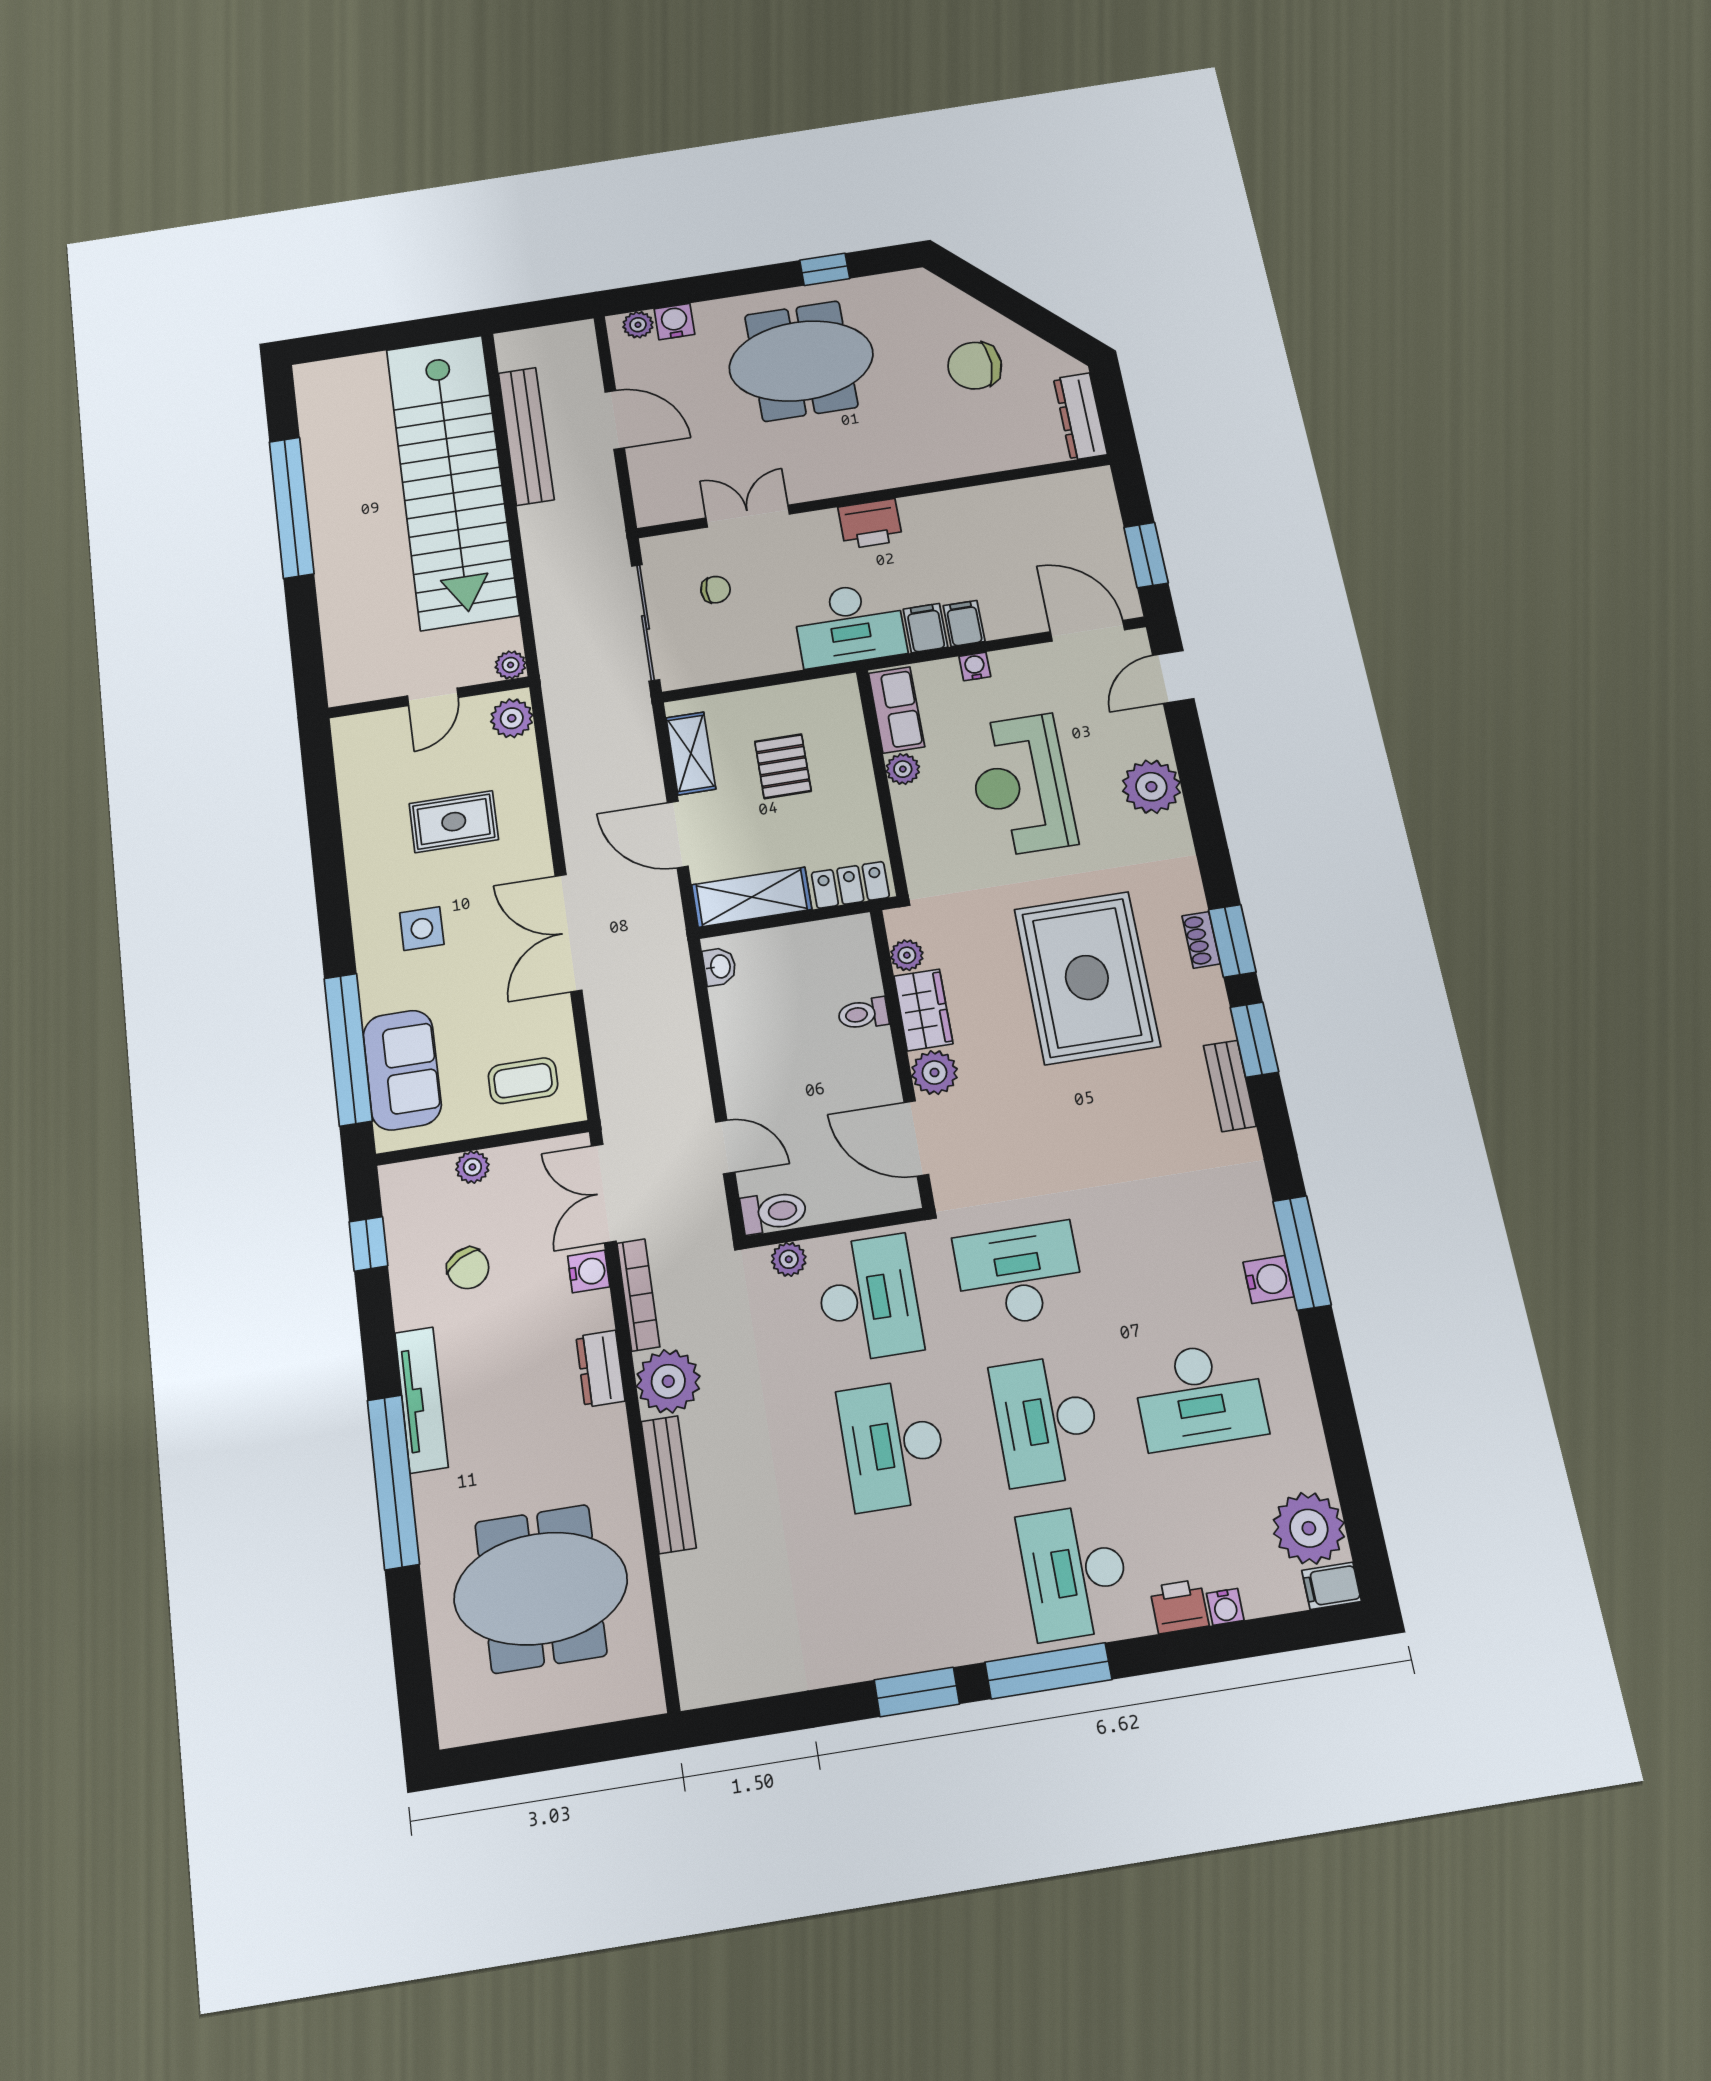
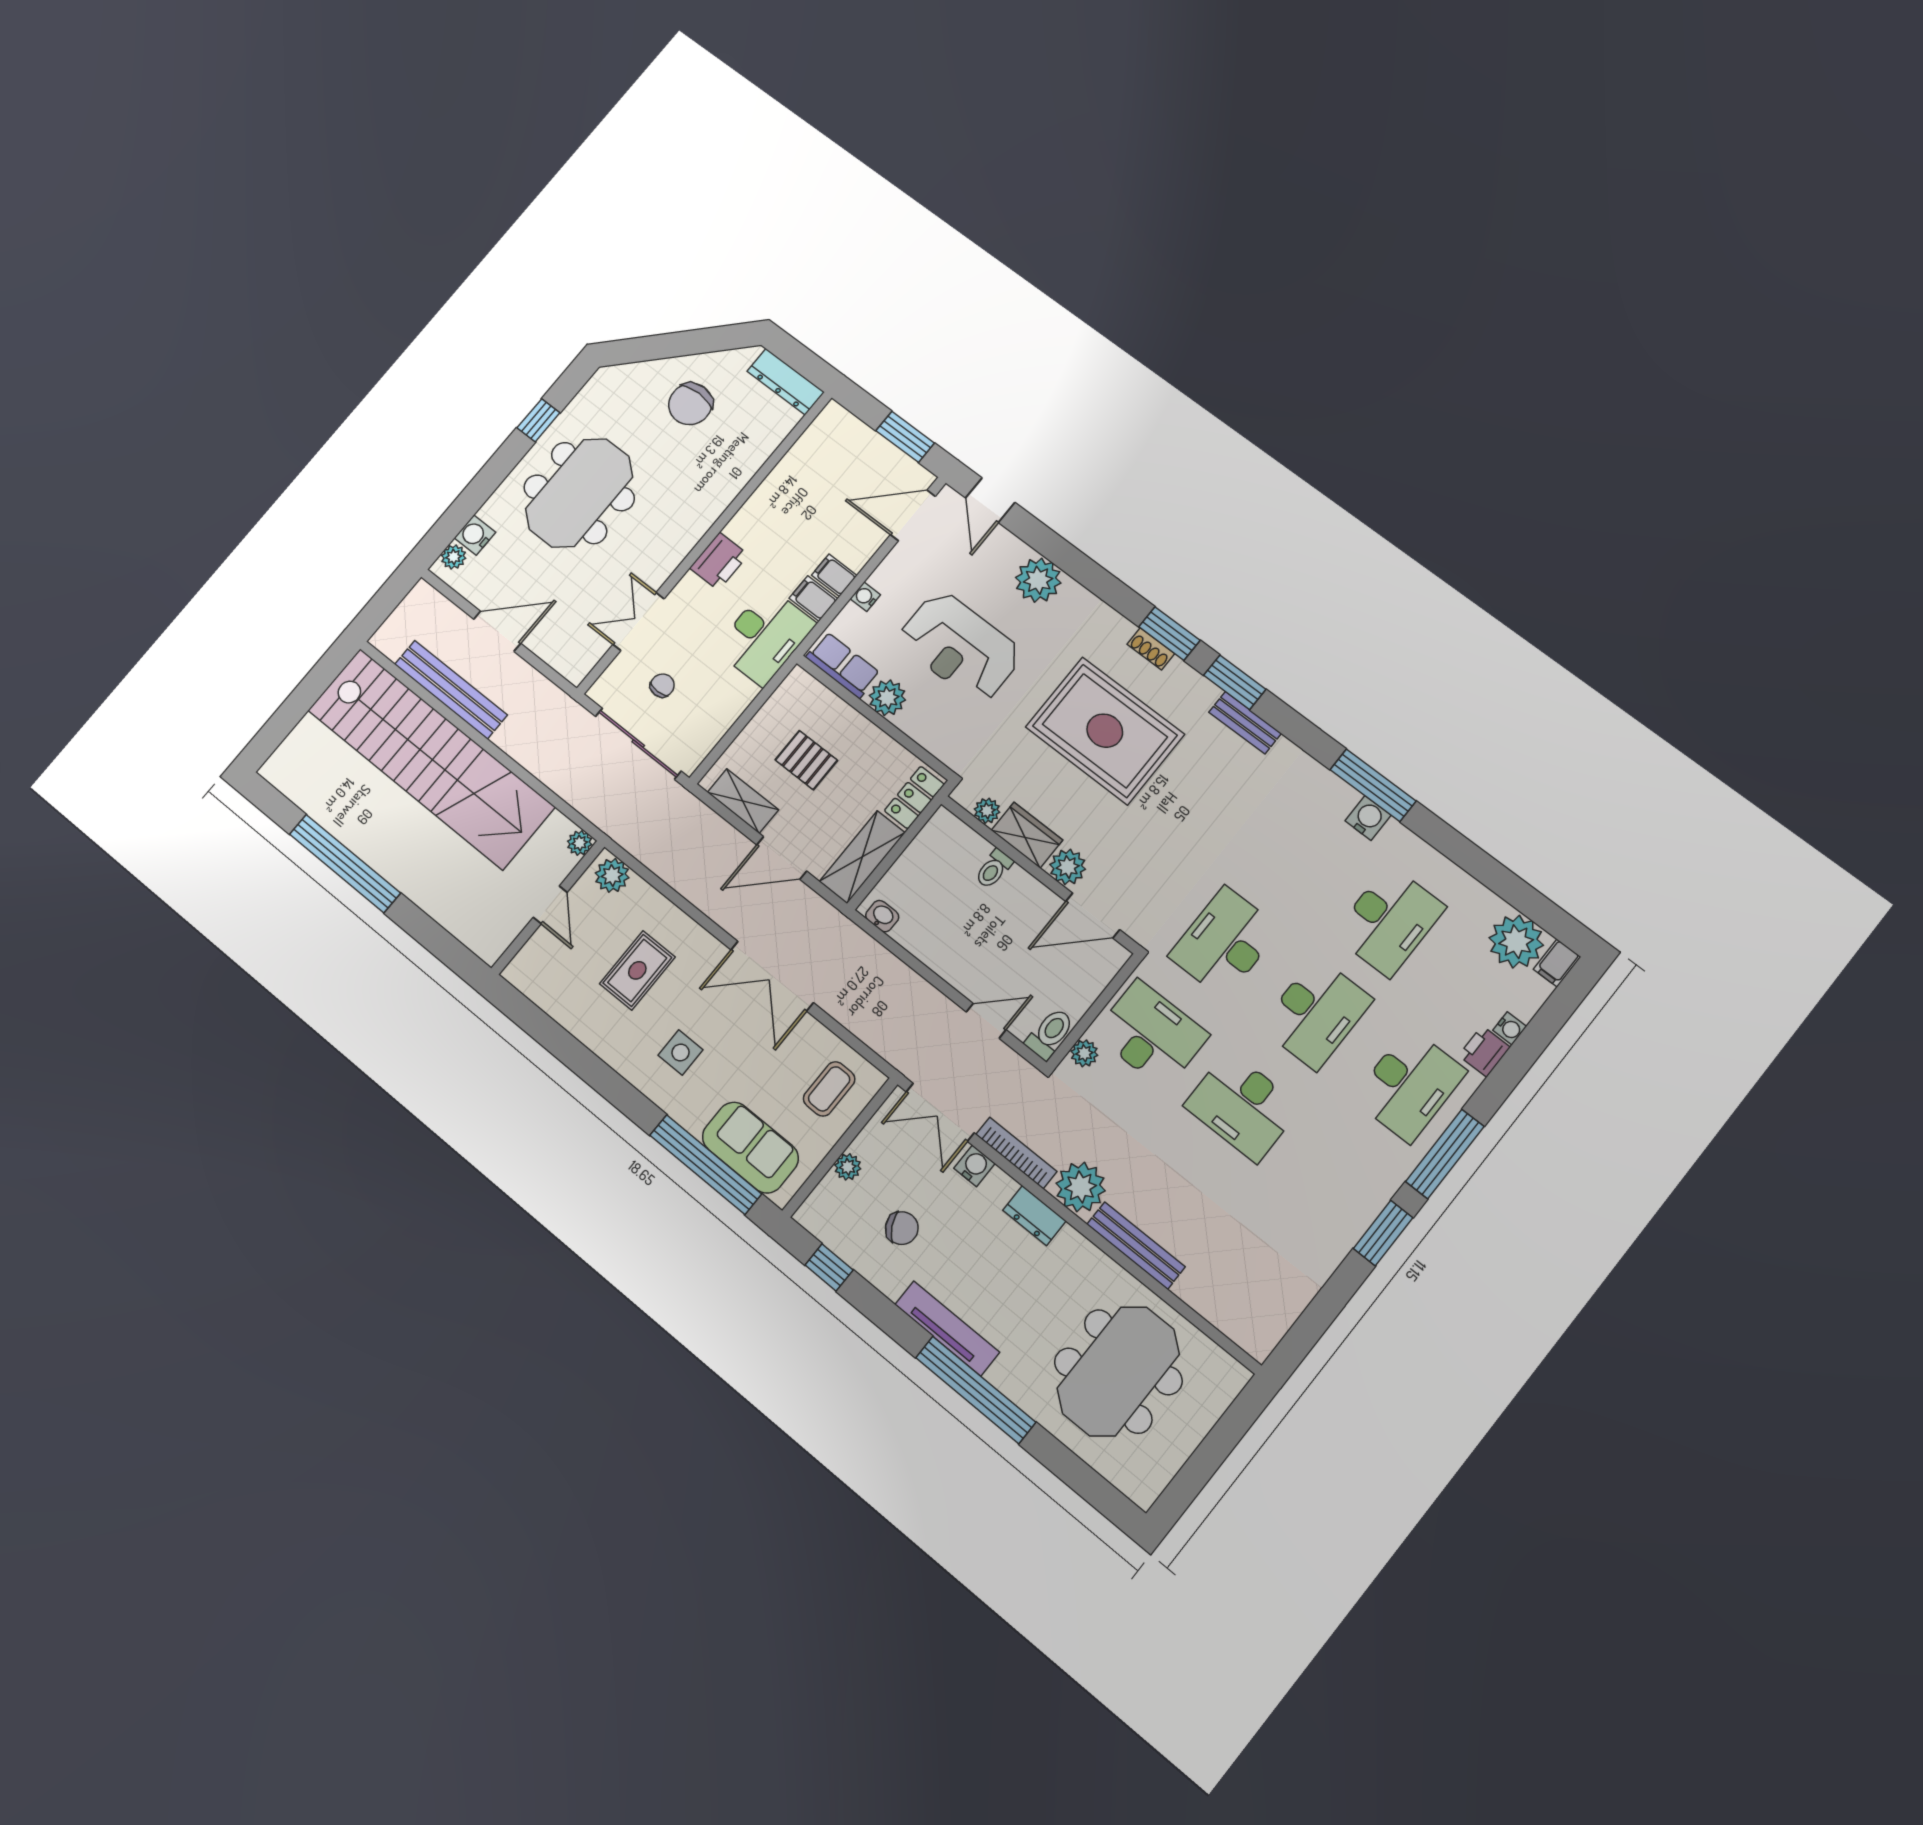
plant: (903, 769) -> (887, 698), width x1.38, depth x1.38
desk: (1046, 1420) -> (1316, 1013), turned -90
desk: (1075, 1572) -> (1409, 1085), turned -90

